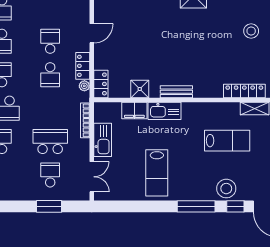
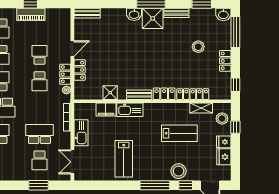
locker: (101, 84) -> (80, 70), moved
locker: (208, 91) -> (164, 94), added
school desk: (50, 175) -> (39, 160), turned 180
double door: (92, 177) -> (72, 162), swing flipped

